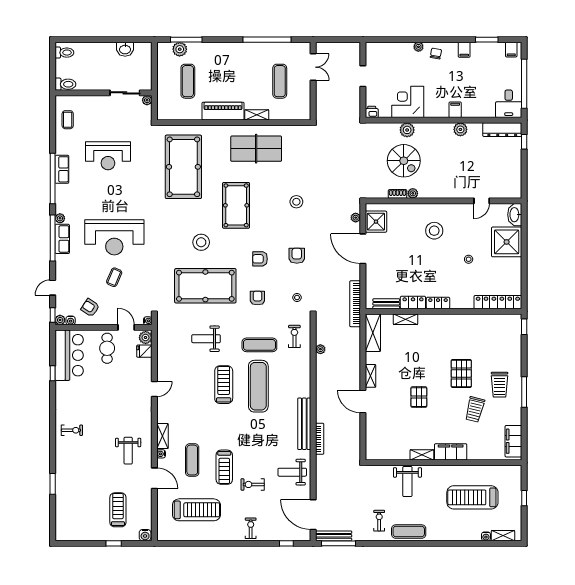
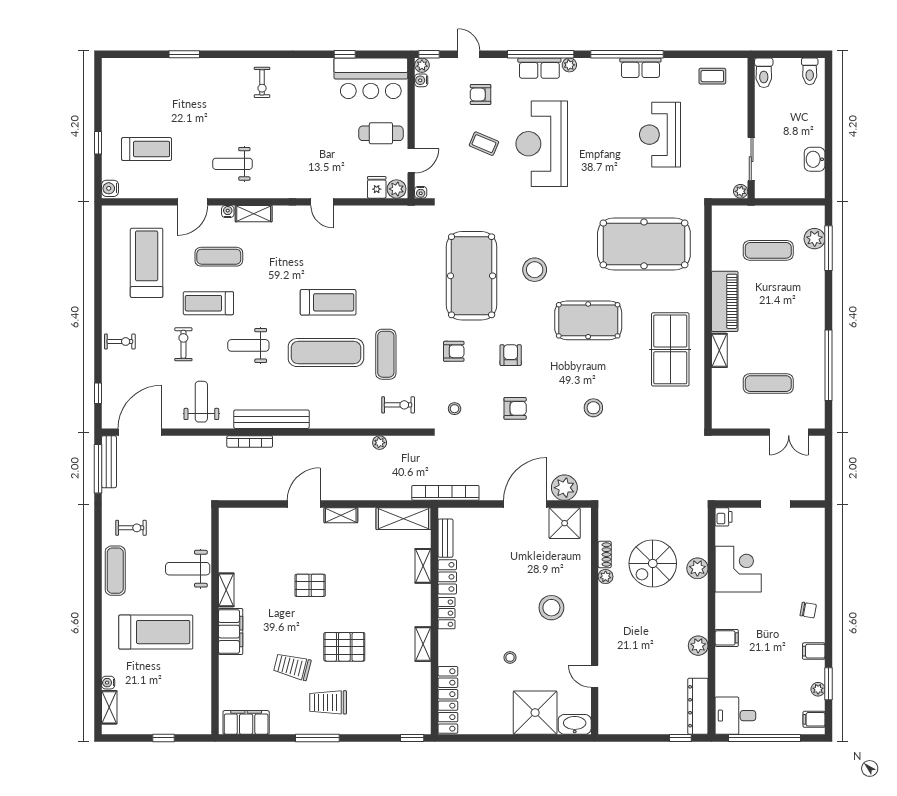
plant: (418, 47) -> (818, 689), moved
plant: (356, 218) -> (564, 488), width x1.88, depth x1.88
armchair: (90, 308) -> (481, 94), moved, turned -123
shelving: (459, 319) -> (423, 644), added
weight bench: (206, 339) -> (248, 345), moved, turned -90
treadmill: (472, 497) -> (156, 632), moved, turned 90
treadmill: (196, 510) -> (147, 263), turned 180

